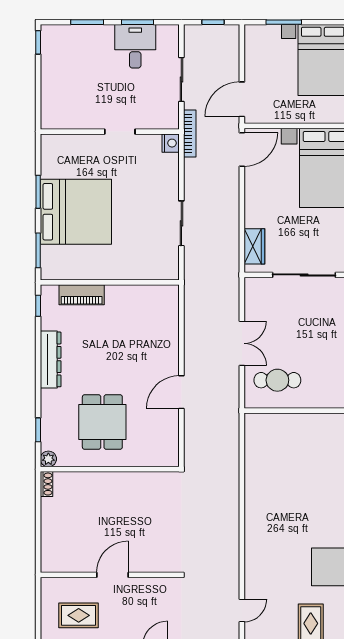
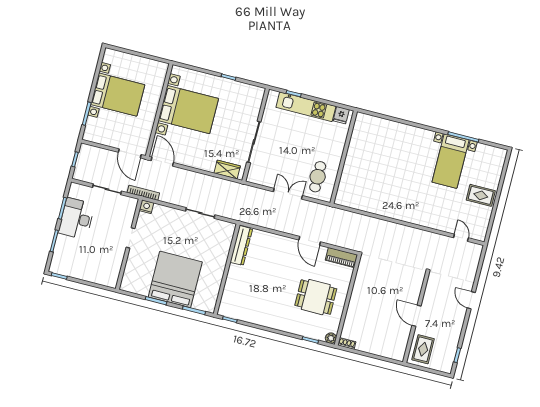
desk: (135, 46) -> (77, 219), width x1.37
piano: (82, 295) -> (341, 257), moved, turned 90
dresser: (51, 359) -> (241, 246), moved, turned 90
rug: (79, 615) -> (423, 349), moved

